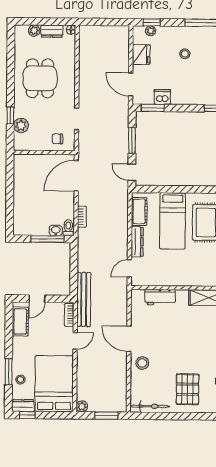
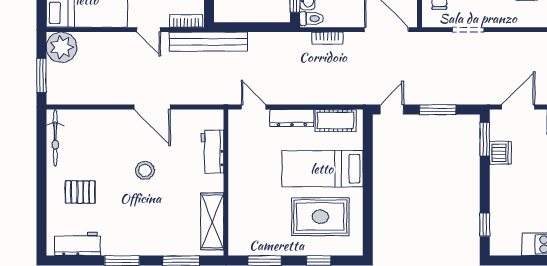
door: (129, 339) -> (152, 107), swing flipped
stool: (142, 363) -> (145, 170), moved
pallet: (188, 389) -> (80, 192), width x0.67, depth x0.71
plant: (82, 406) -> (62, 47), width x1.87, depth x1.87

